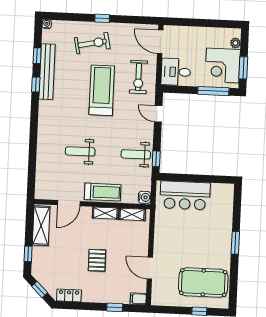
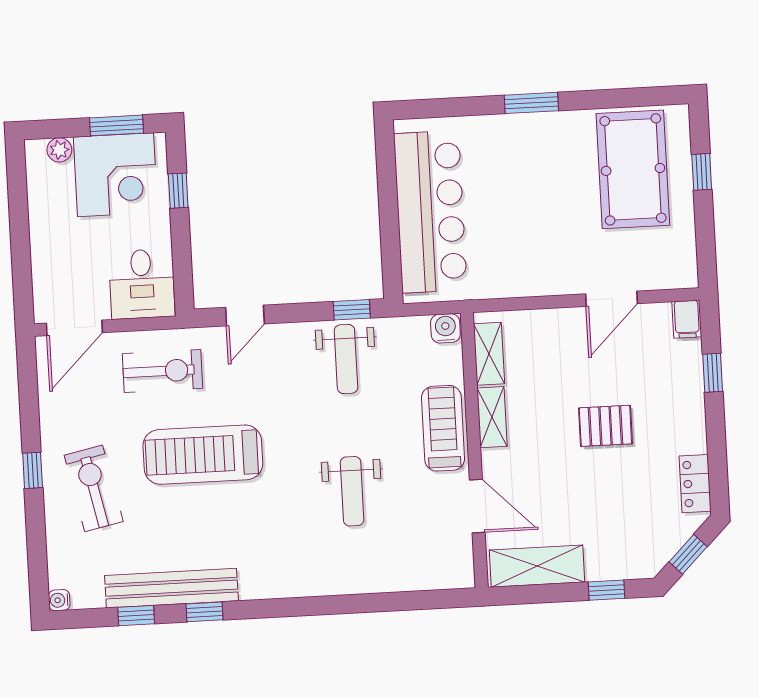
window: (213, 91) -> (178, 191), width x0.46
bar counter: (185, 195) -> (430, 212), width x1.36

